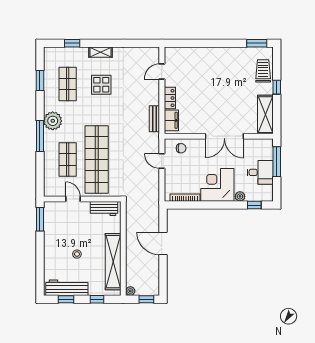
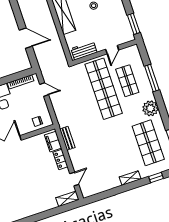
shelving: (177, 52) -> (67, 199), added
shop shelf: (68, 84) -> (148, 143), width x1.43, depth x1.36
display table: (101, 85) -> (120, 151), removed
window: (40, 136) -> (152, 78), moved
door: (162, 161) -> (44, 89), moved
door: (73, 199) -> (112, 50), hinge flipped

